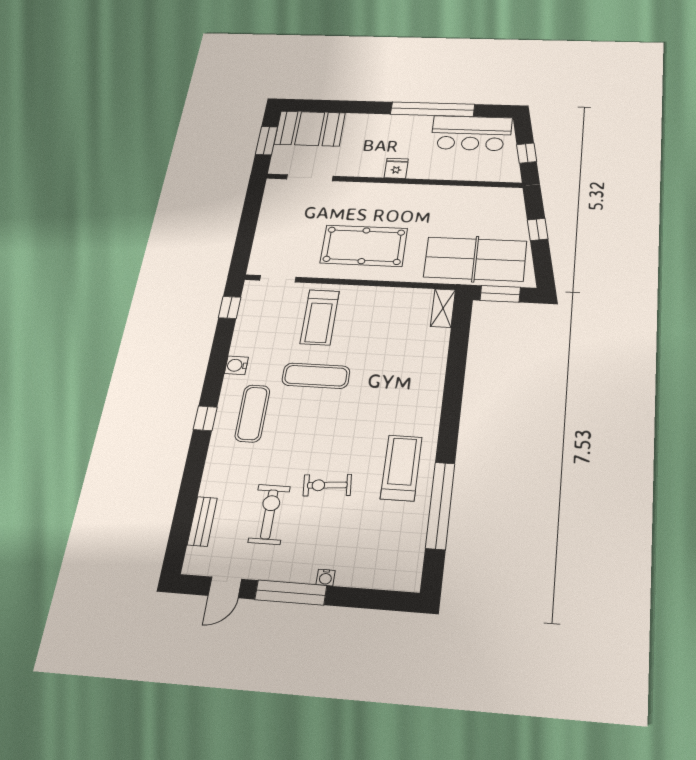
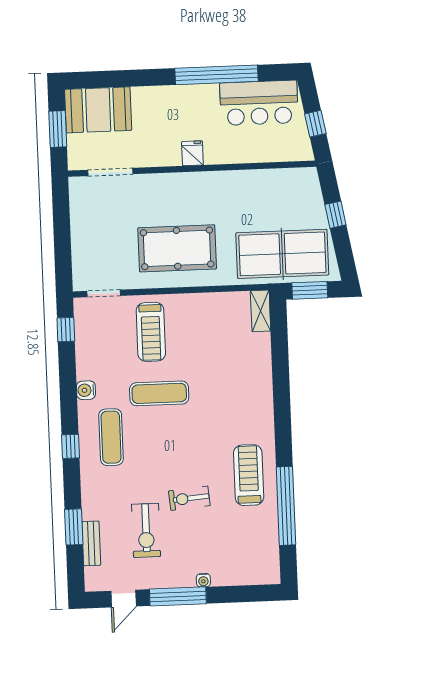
window: (187, 501) -> (74, 527), added
exercise bike: (269, 514) -> (146, 530), turned 180

